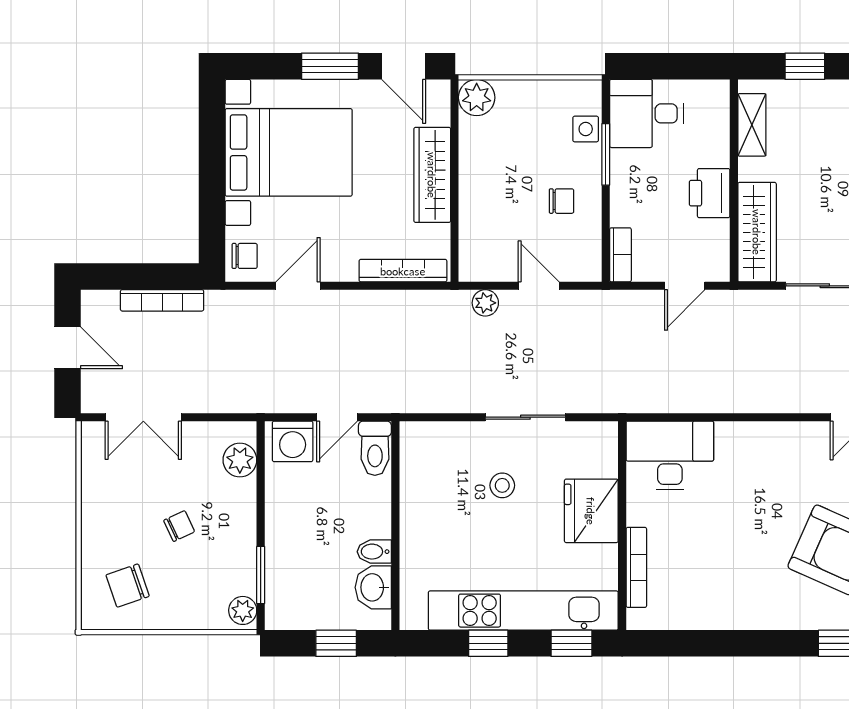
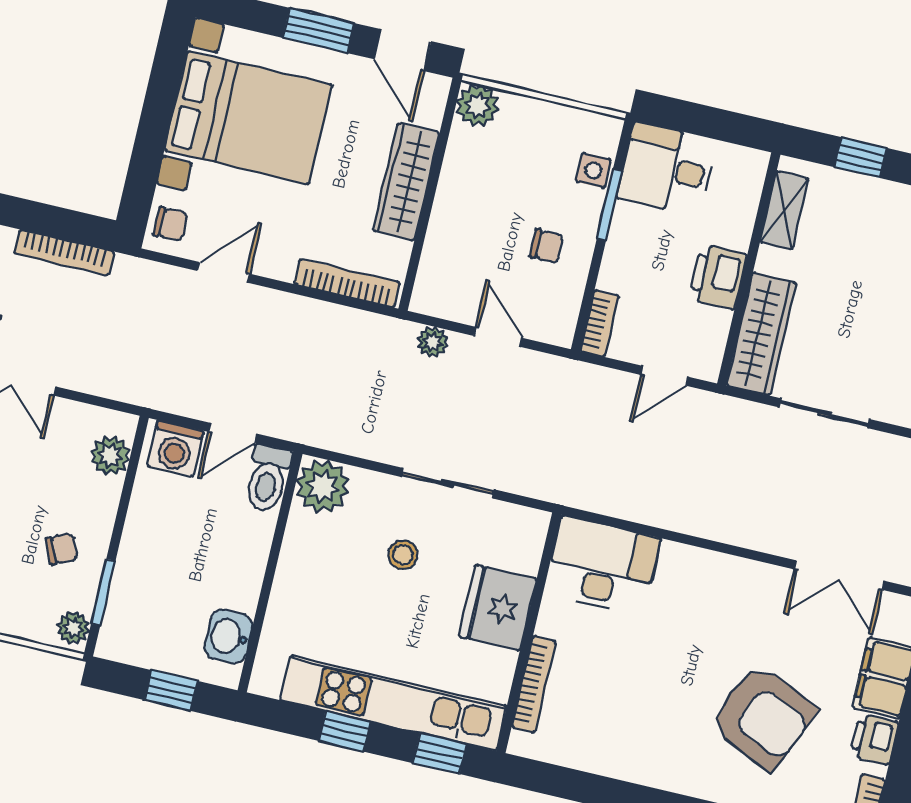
plant: (422, 444) -> (323, 486), added
chair: (179, 526) -> (62, 549), moved
bidet: (374, 552) -> (239, 596), removed

